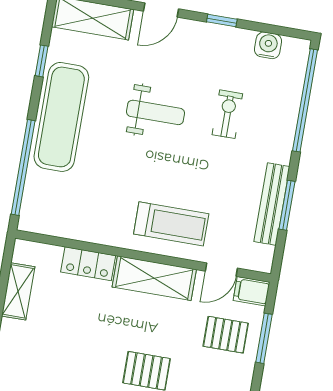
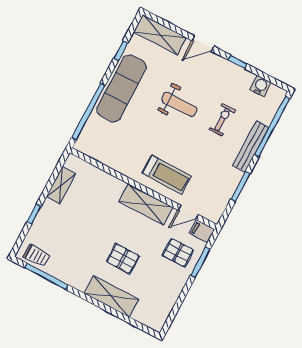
bench: (272, 204) -> (251, 146), moved
locker: (88, 264) -> (109, 182), removed

